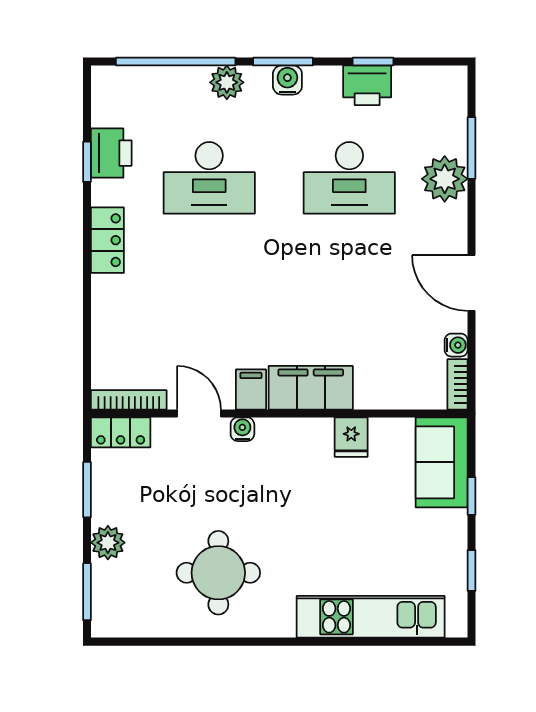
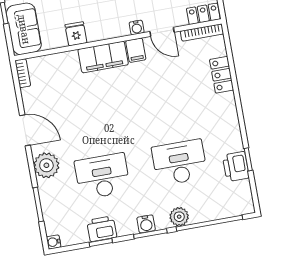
plant: (445, 179) -> (46, 165), moved
locker: (107, 240) -> (222, 75), moved
water cooler: (456, 345) -> (54, 242), moved

